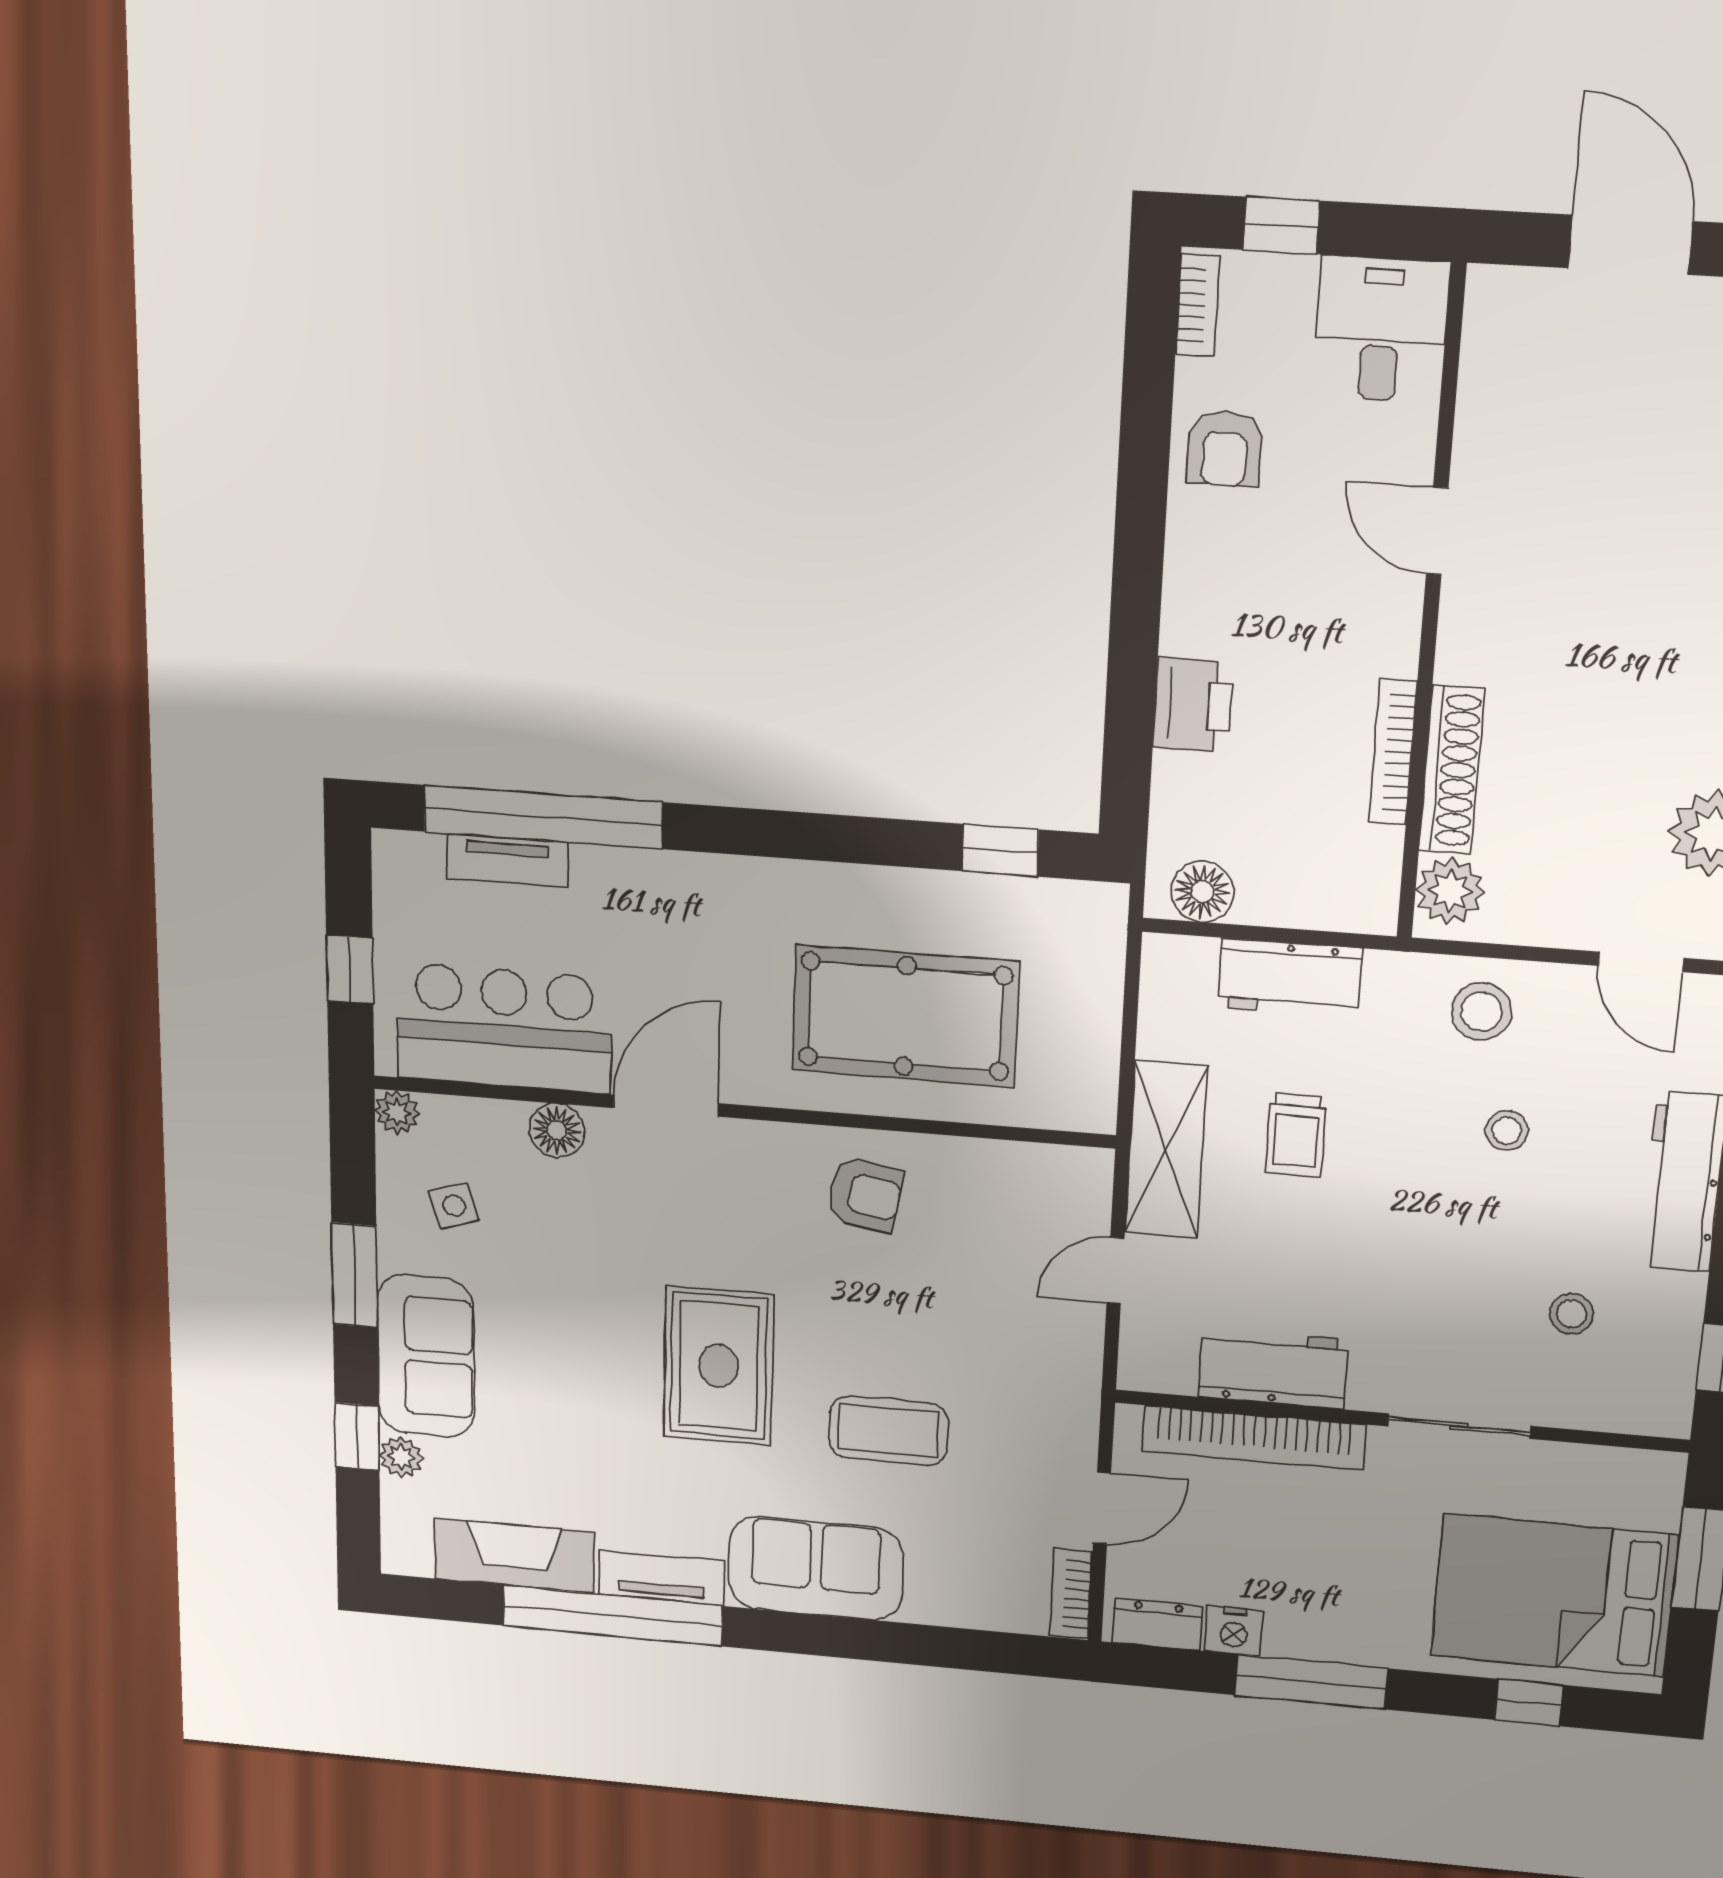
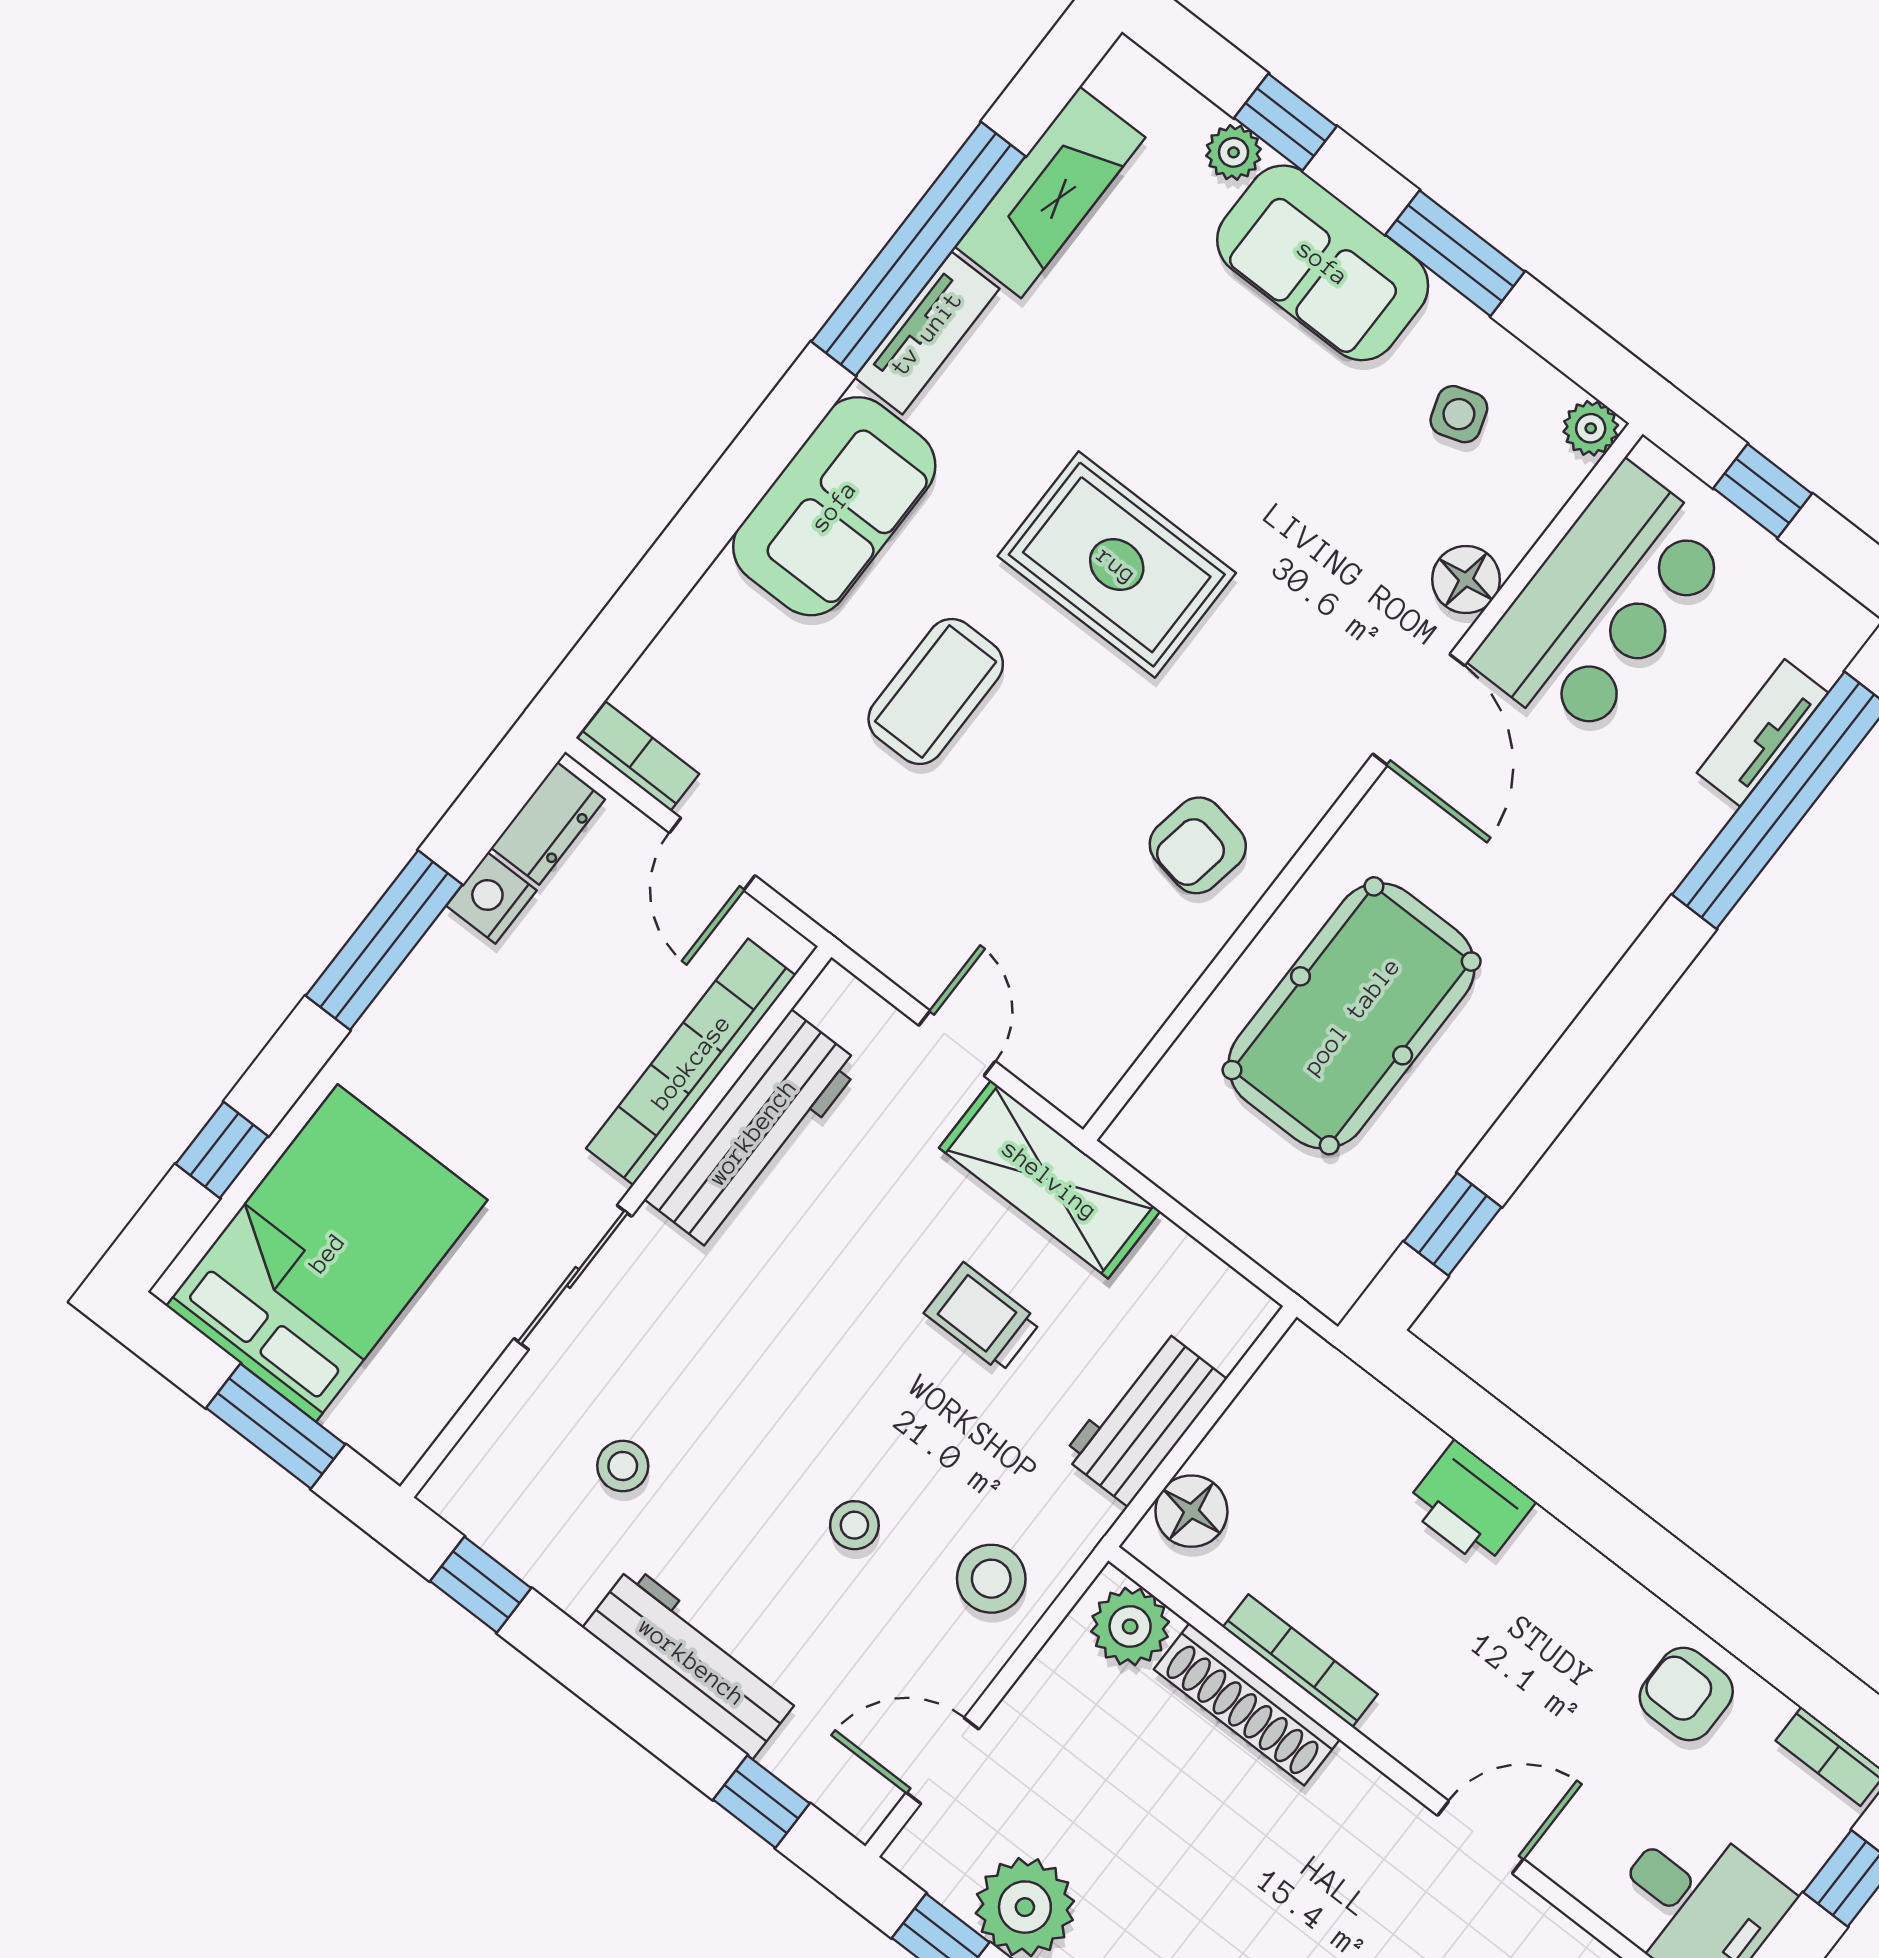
floor lamp: (1202, 892) -> (1191, 1511), moved
workbench: (1273, 1368) -> (753, 1132), width x1.38

